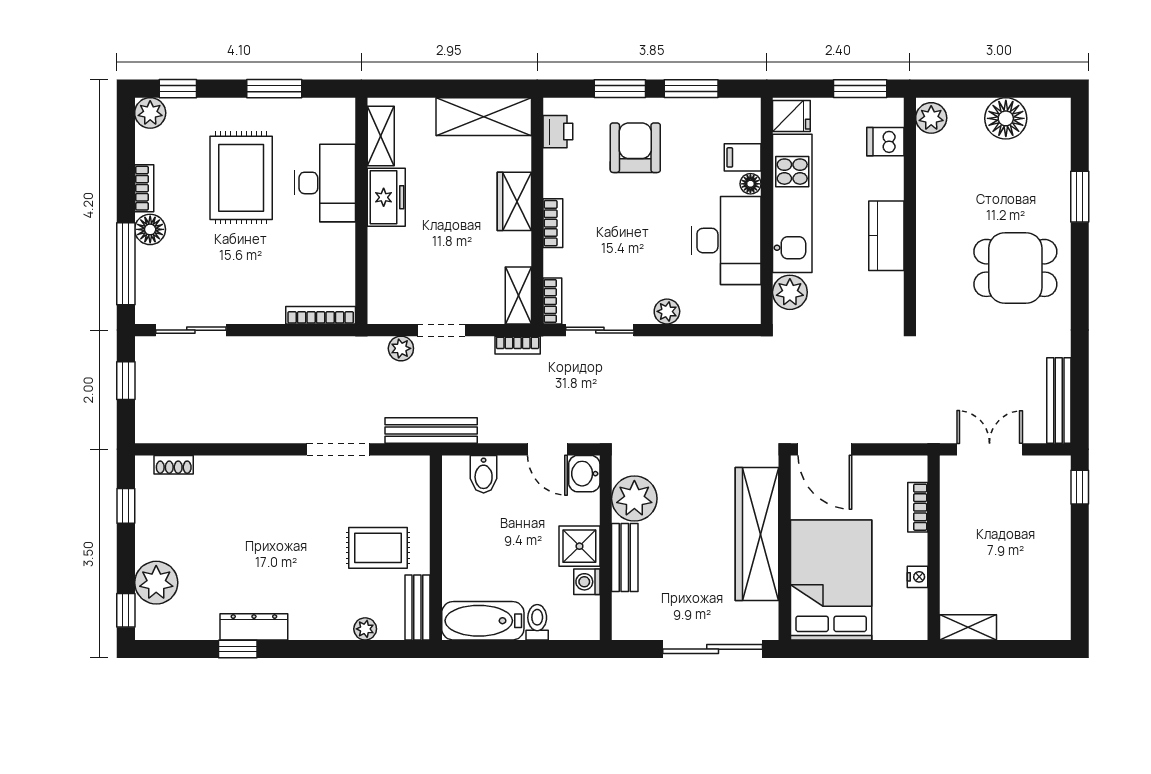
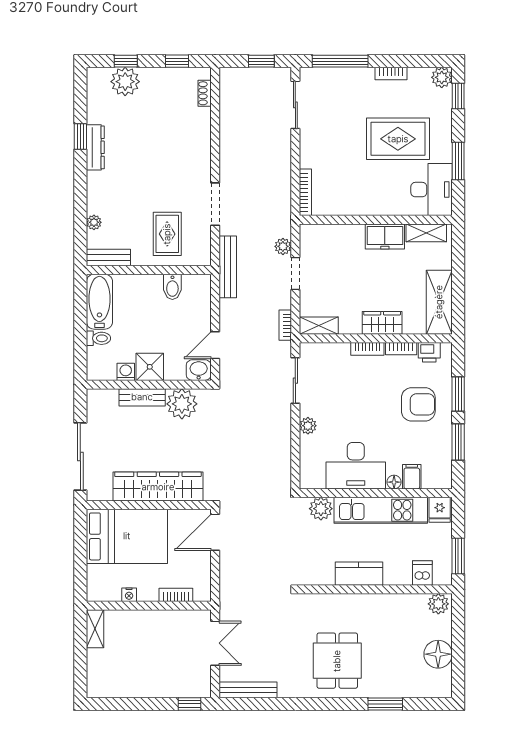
desk: (325, 183) -> (432, 190), moved, turned -90
floor lamp: (150, 229) -> (363, 77), removed
bookcase: (552, 301) -> (401, 349), moved
bidet: (484, 474) -> (172, 287), moved, turned -90
rug: (378, 548) -> (167, 234), moved
window: (126, 610) -> (126, 61), moved

